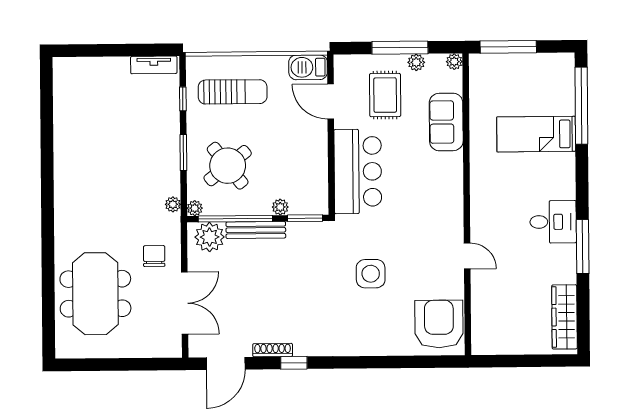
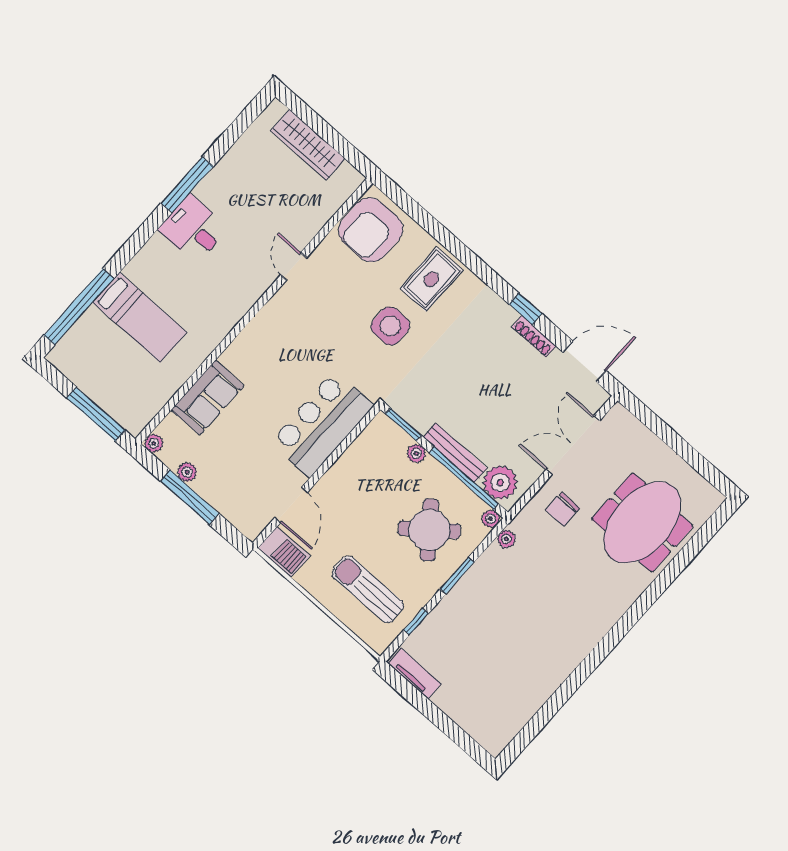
rug: (385, 95) -> (431, 279), moved
wardrobe: (565, 317) -> (308, 145), moved, turned 90

